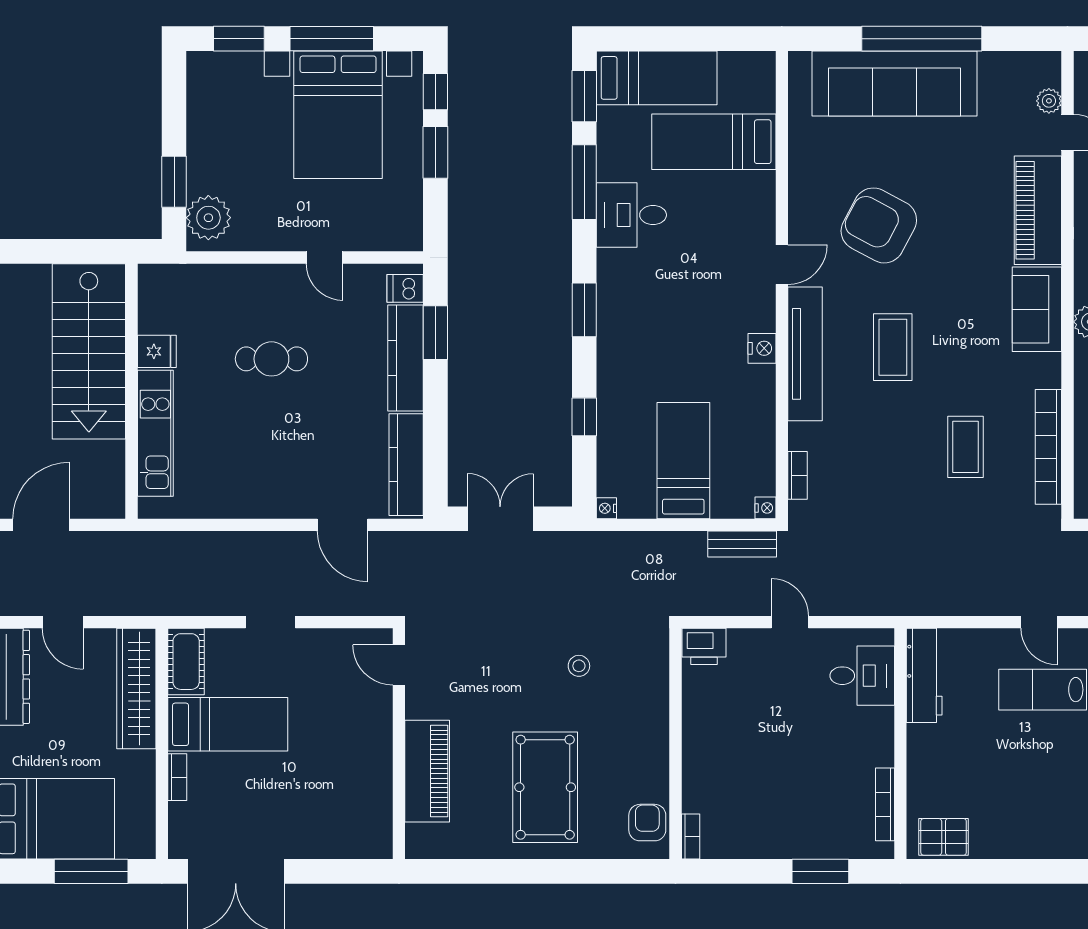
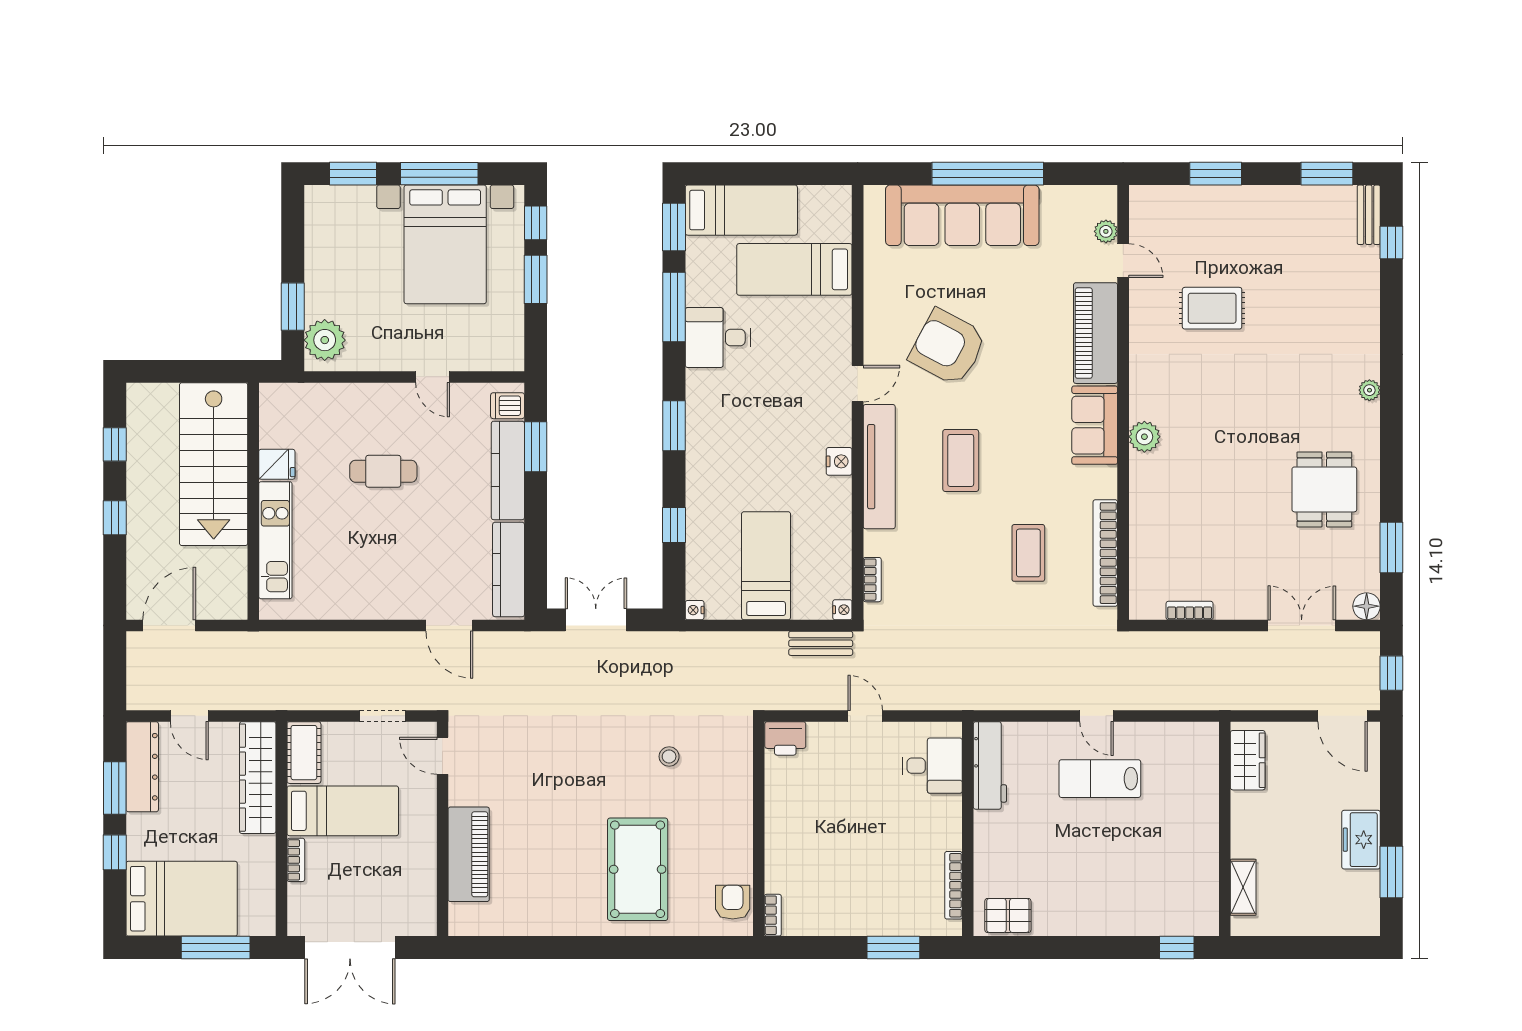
door: (399, 665) -> (442, 756), moved
wall: (399, 744) -> (442, 829), moved
piano: (427, 771) -> (469, 854), moved

